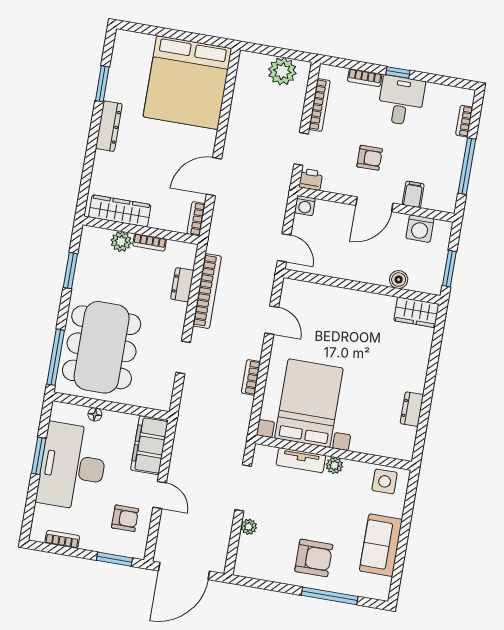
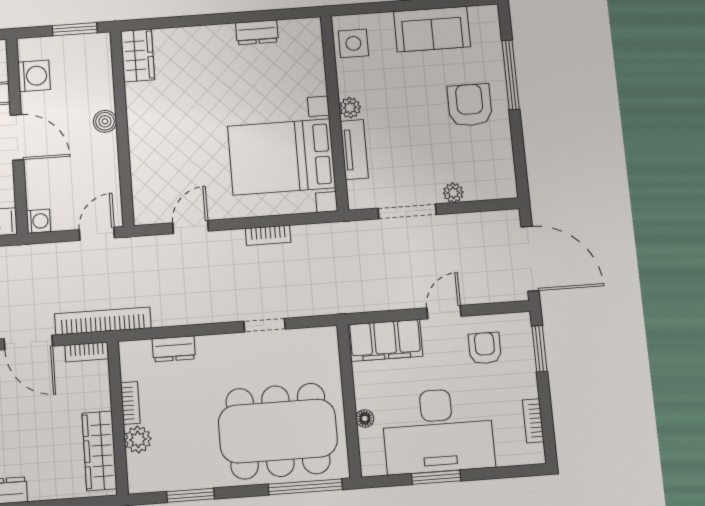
boiler: (399, 280) -> (105, 121), moved
bookcase: (207, 291) -> (103, 321), moved

